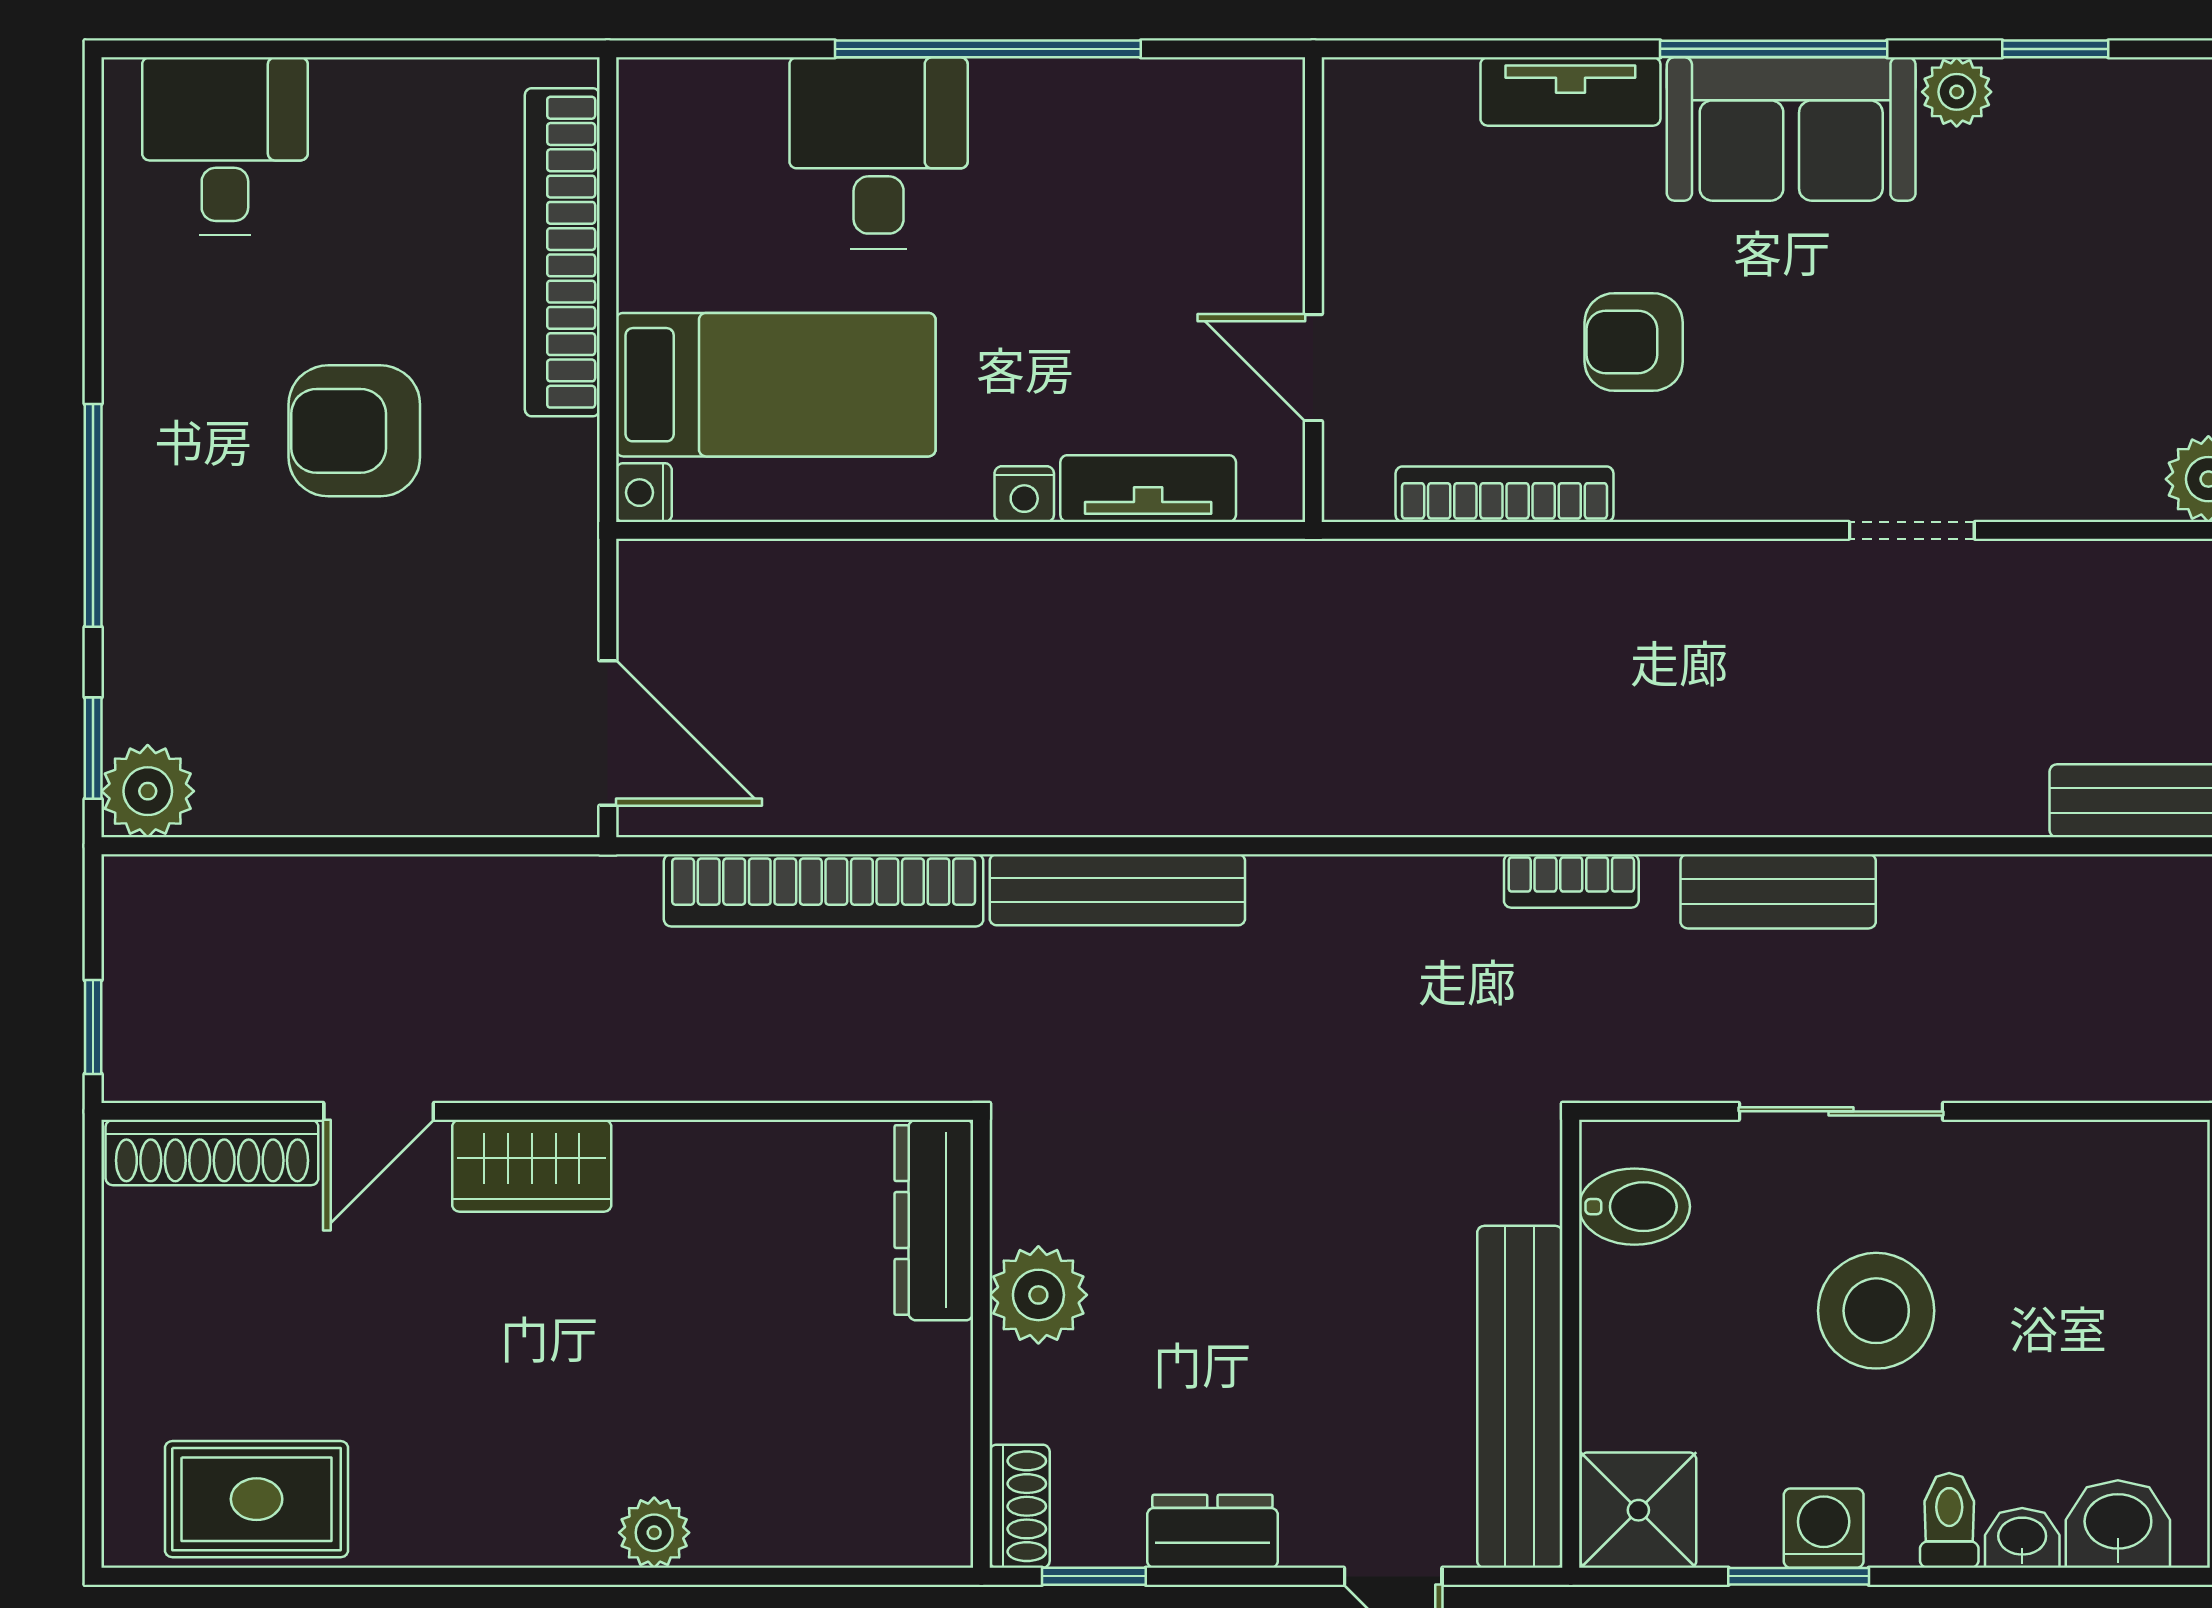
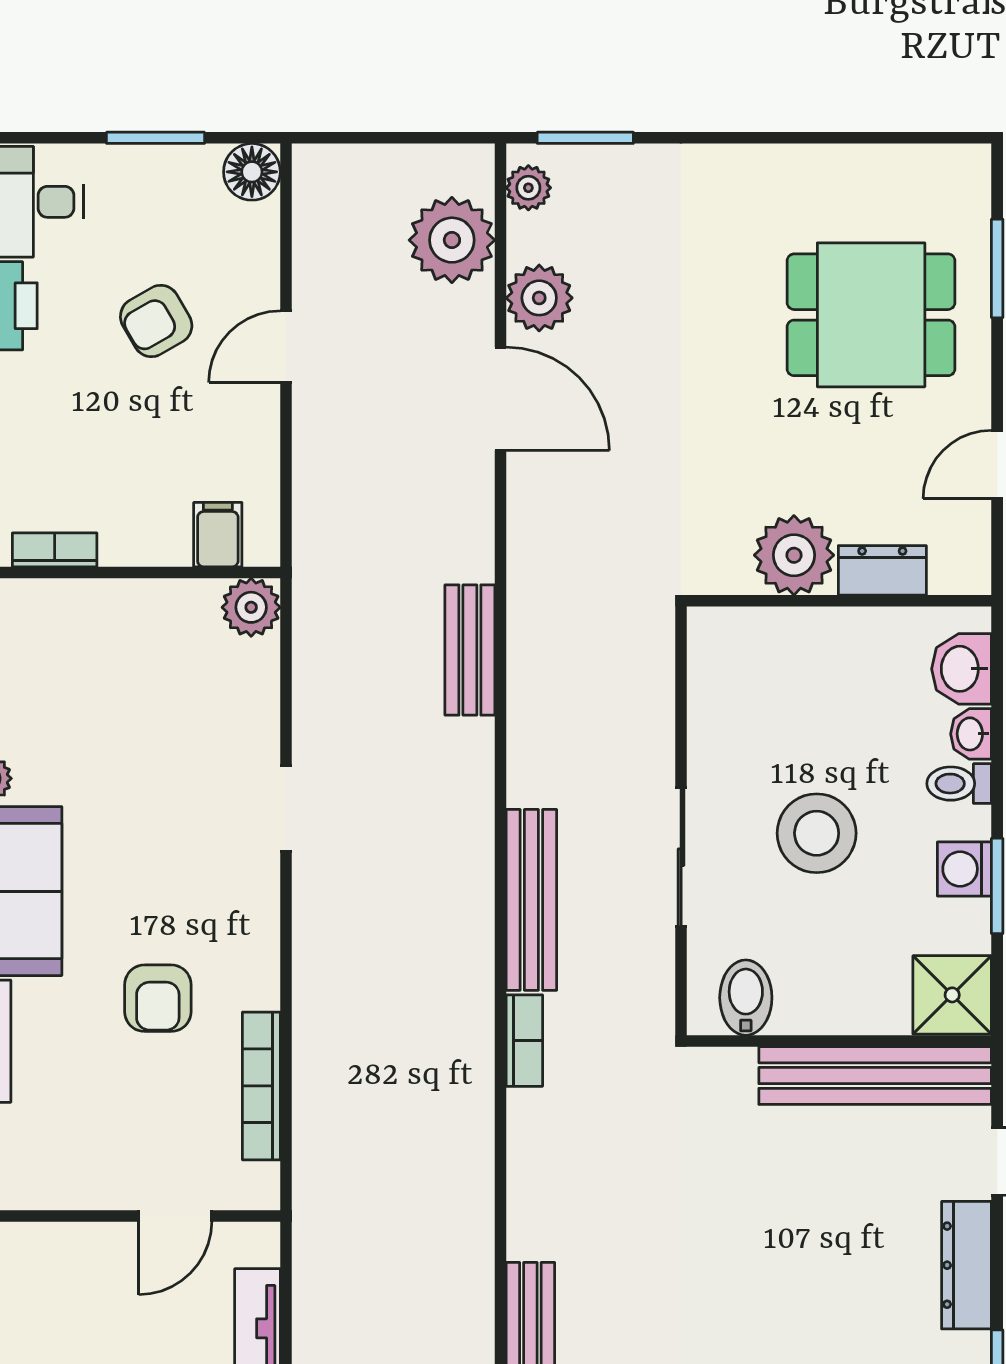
bench: (1778, 891) -> (531, 900), width x1.36
dresser: (1212, 1531) -> (967, 1265), width x1.44

